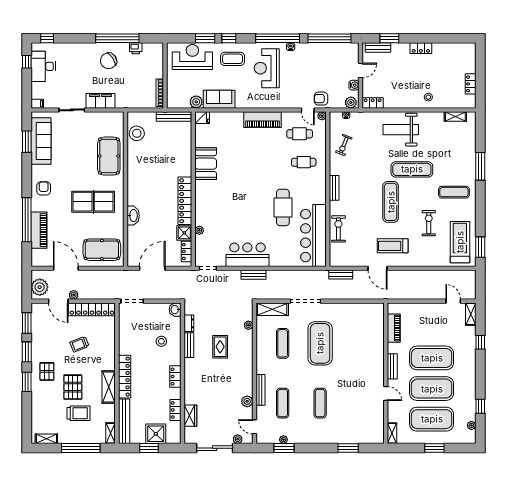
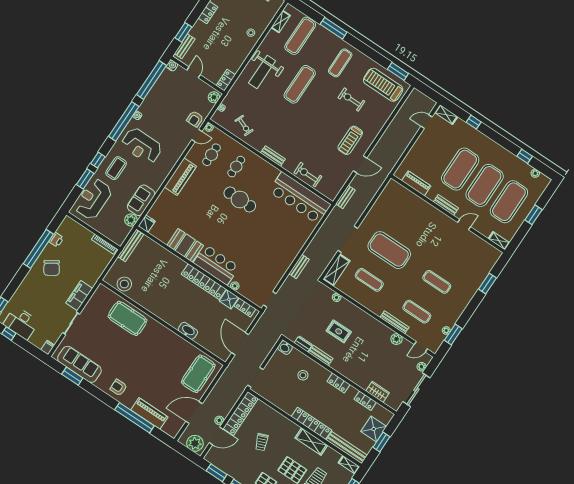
water cooler: (354, 85) -> (172, 66), moved
table tennis table: (93, 202) -> (155, 355), removed
exercise mat: (391, 202) -> (300, 36), moved, turned 90
cafe table: (283, 207) -> (240, 199), moved
bar counter: (247, 255) -> (216, 265), moved, turned 90

